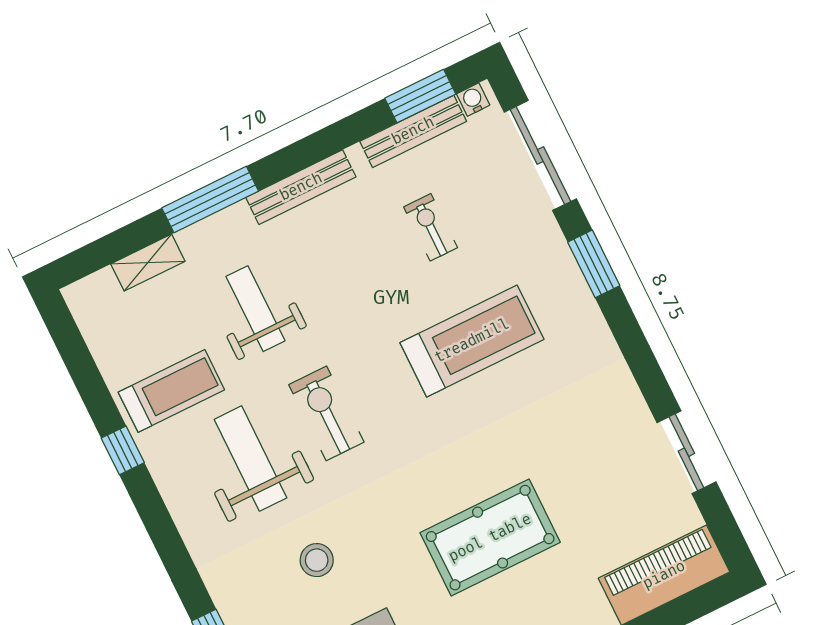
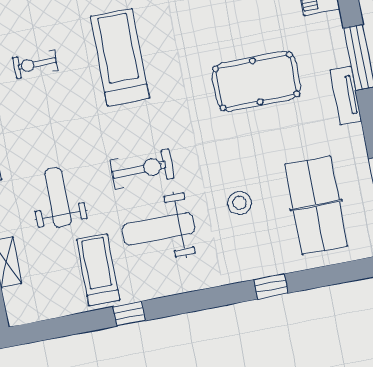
weight bench: (256, 309) -> (58, 198), turned 90
exercise bike: (326, 413) -> (142, 169), turned 180
pool table: (490, 538) -> (256, 81), turned 90

